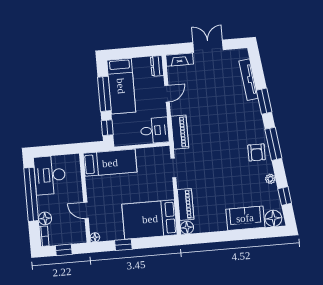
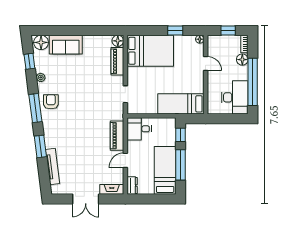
piano: (180, 132) -> (117, 136), moved

